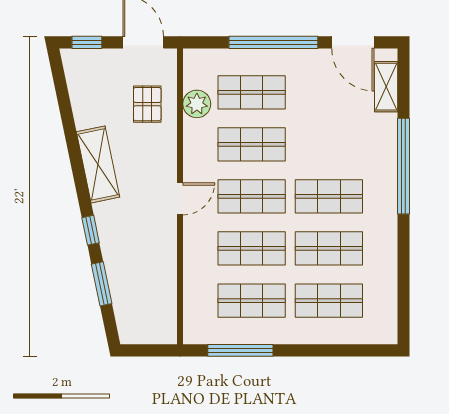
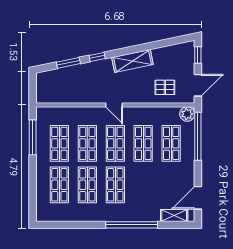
window: (273, 42) -> (198, 136), moved
plant: (197, 104) -> (187, 114), moved

